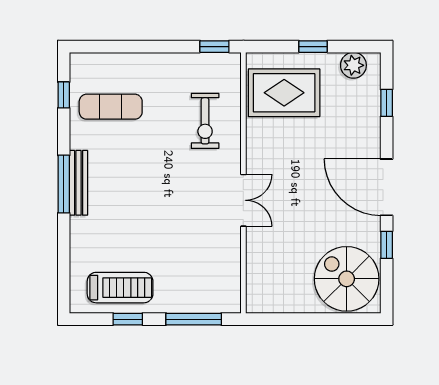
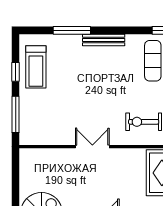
window: (64, 184) -> (72, 30), moved
double door: (243, 200) -> (92, 147), swing flipped

